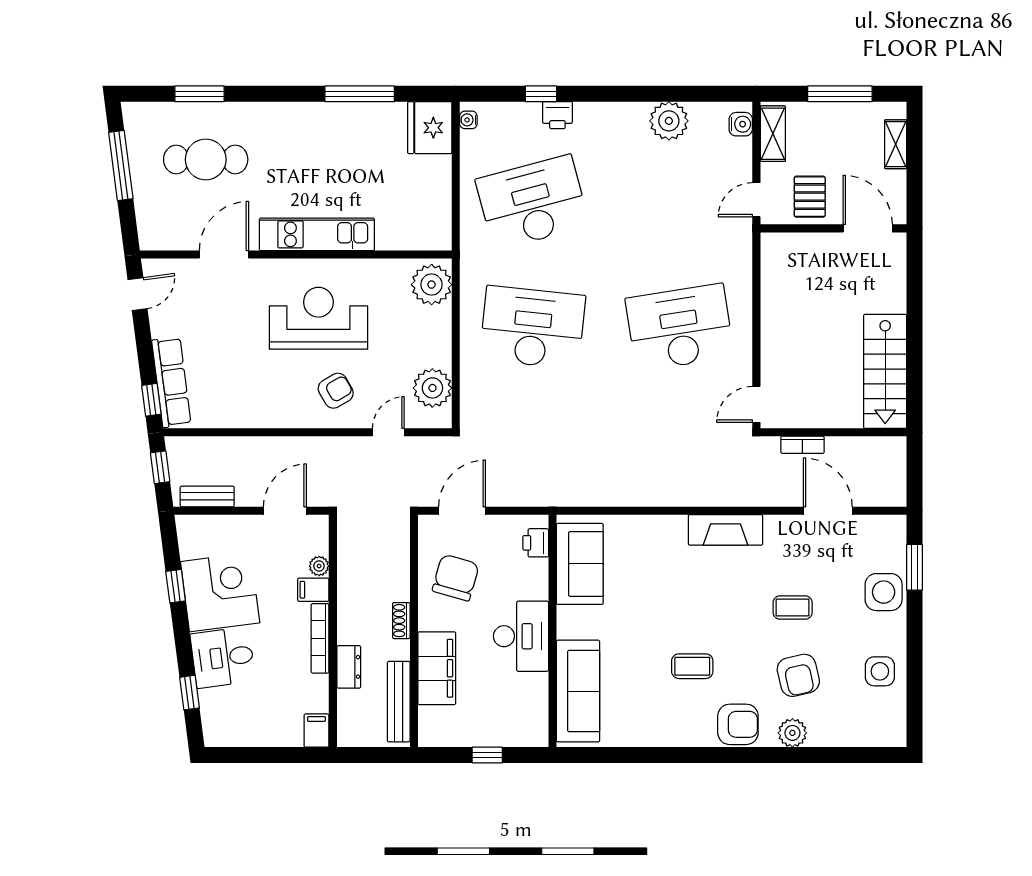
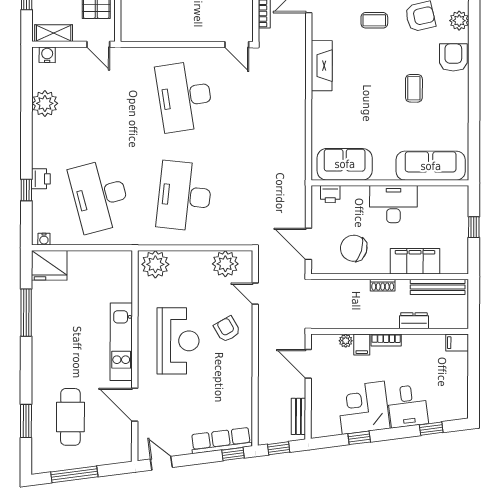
reception desk: (318, 318) -> (178, 341), turned 180
coffee table: (793, 607) -> (374, 20), turned 90
bookcase: (320, 638) -> (386, 340), width x0.64

